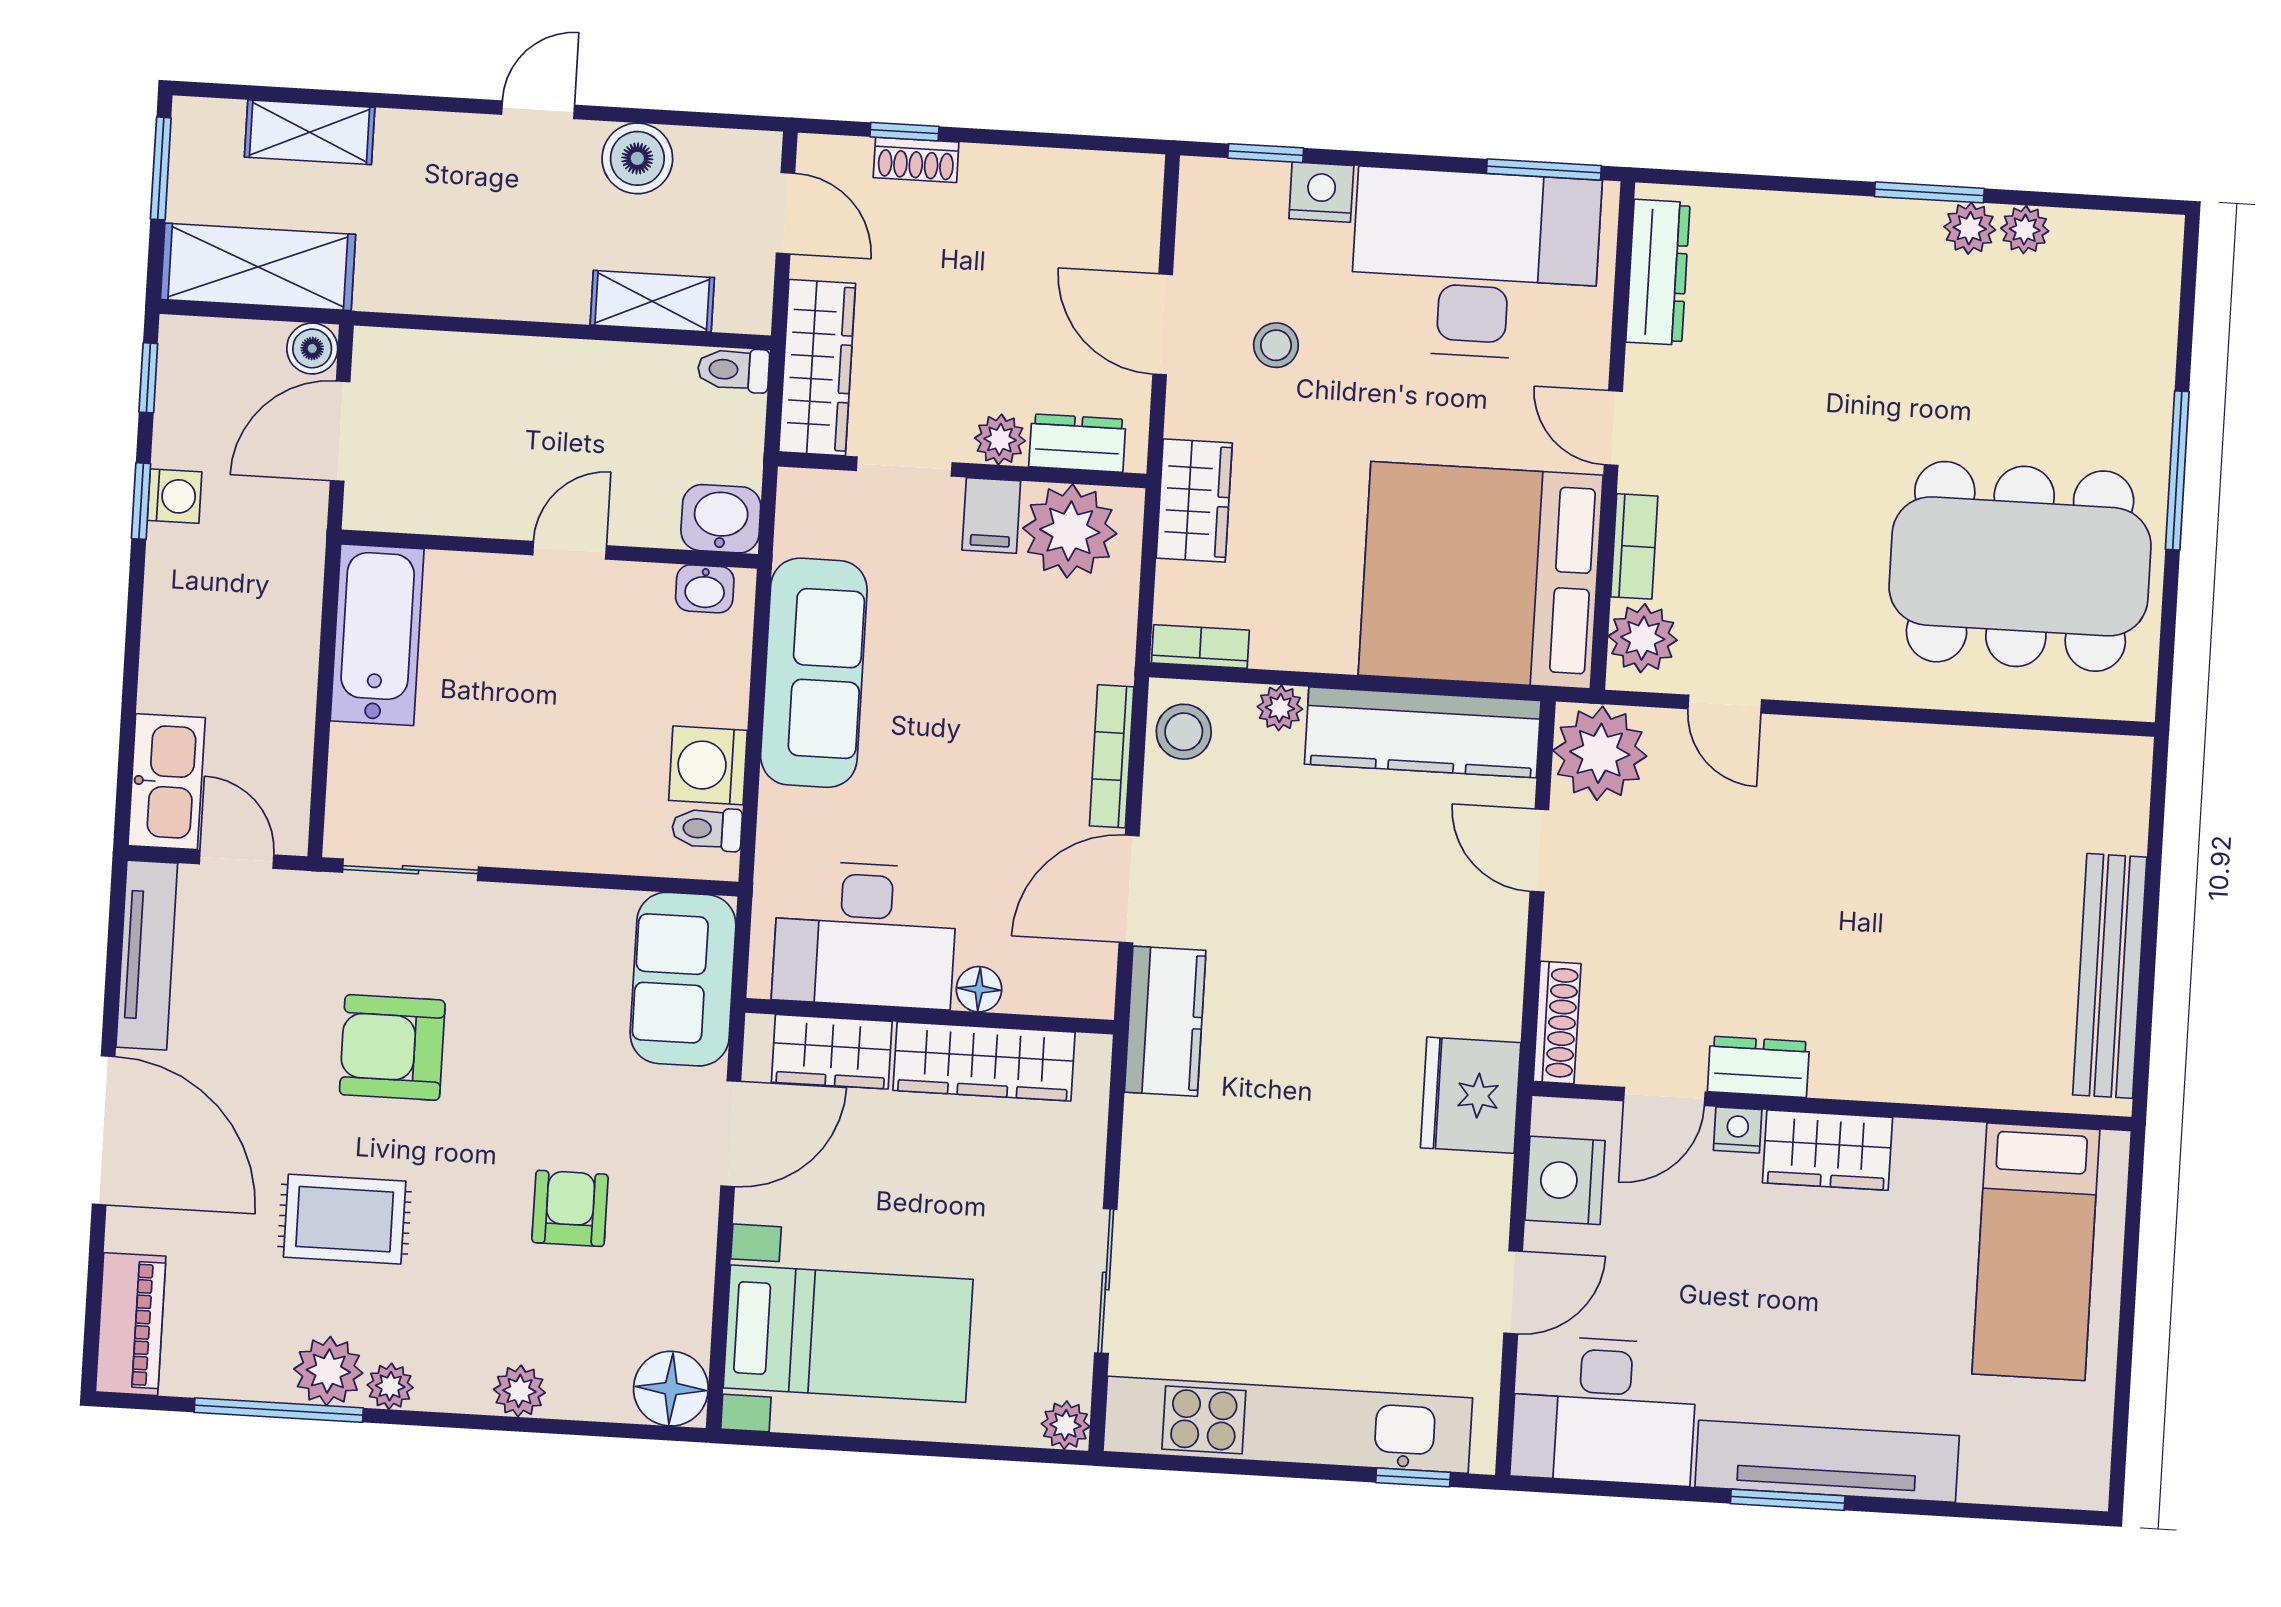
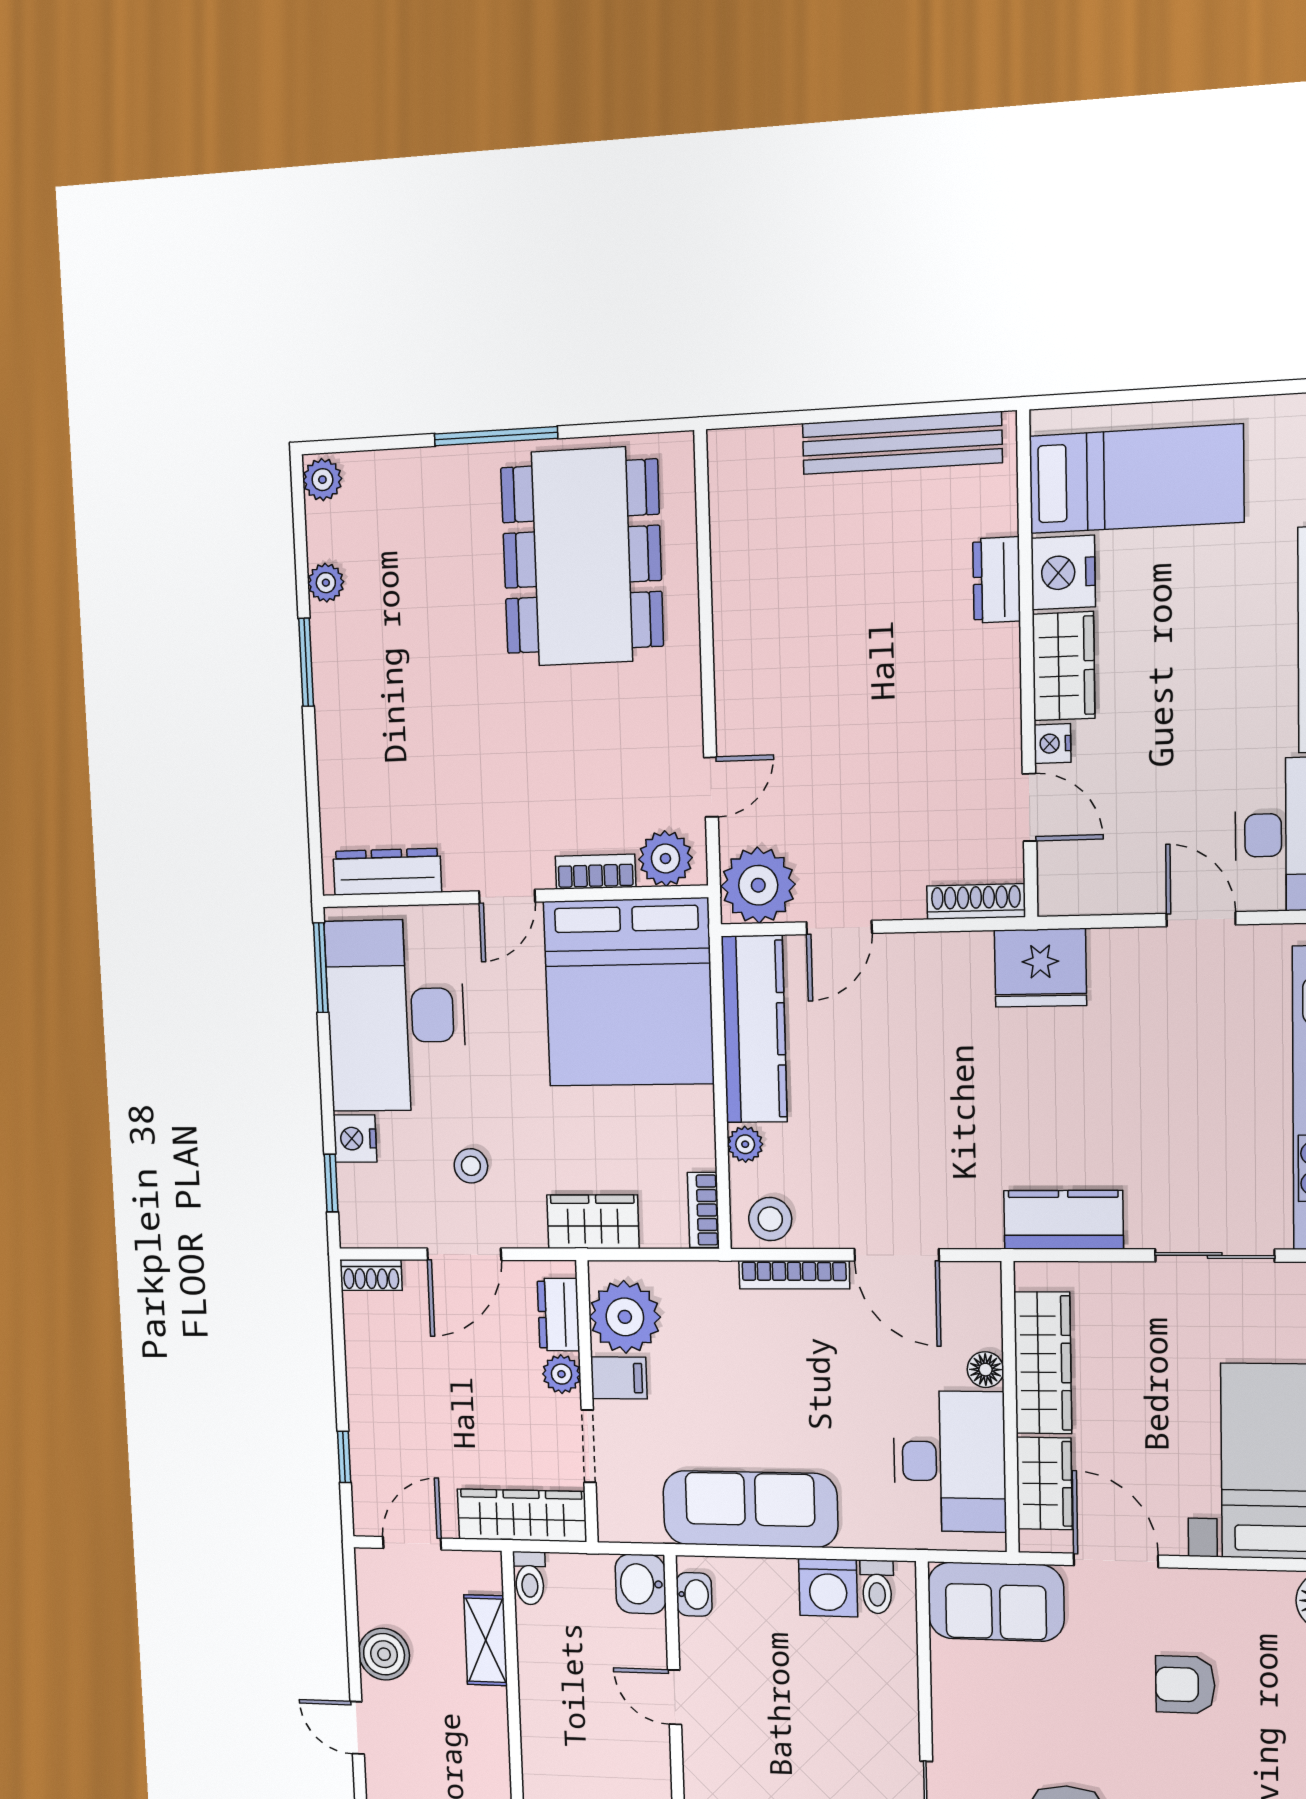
shoe rack: (916, 160) -> (371, 1275), moved, turned 90
plant: (1970, 228) -> (322, 480), moved
kitchen counter: (1165, 1021) -> (1063, 1220), moved
dresser: (1759, 1067) -> (997, 580), moved
nightstand: (1565, 1180) -> (1063, 573), moved, turned 90

